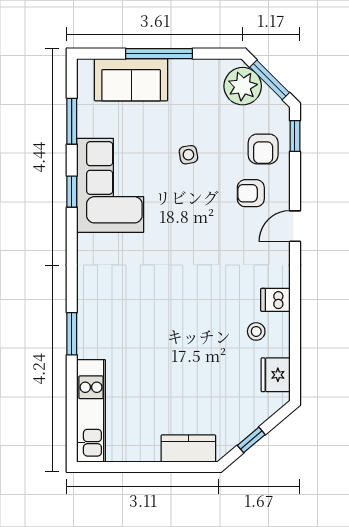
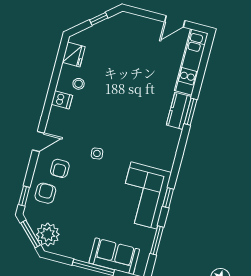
side table: (188, 155) -> (97, 153), moved
armchair: (251, 193) -> (60, 168), turned 90
kitchen counter: (188, 449) -> (179, 111), moved, turned 90
door: (133, 467) -> (175, 21), added

